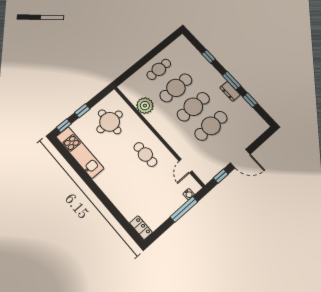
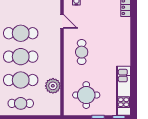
door: (185, 166) -> (62, 21), hinge flipped

